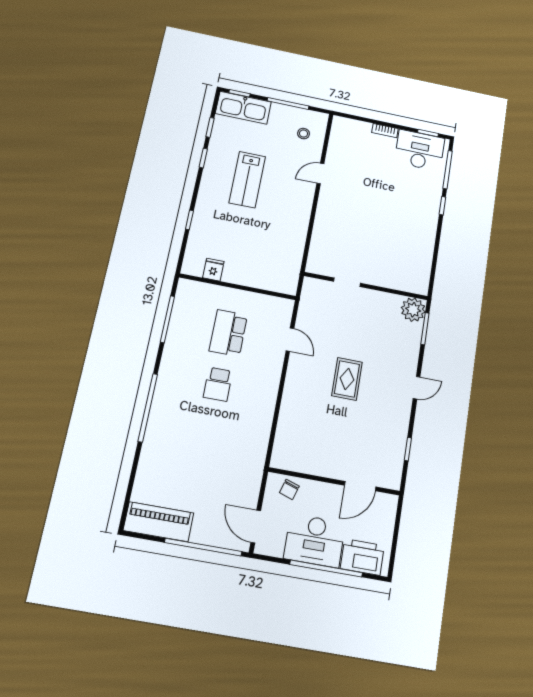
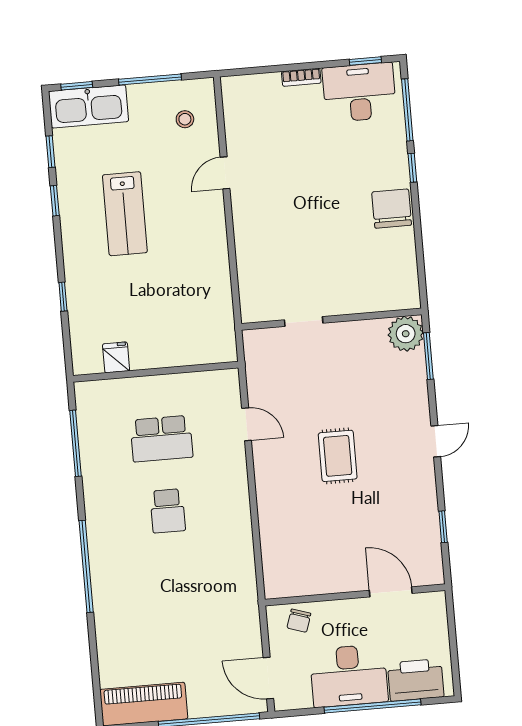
chair: (423, 227) -> (392, 209), added
school desk: (228, 333) -> (161, 439), turned -90
door: (360, 486) -> (391, 592), swing flipped

